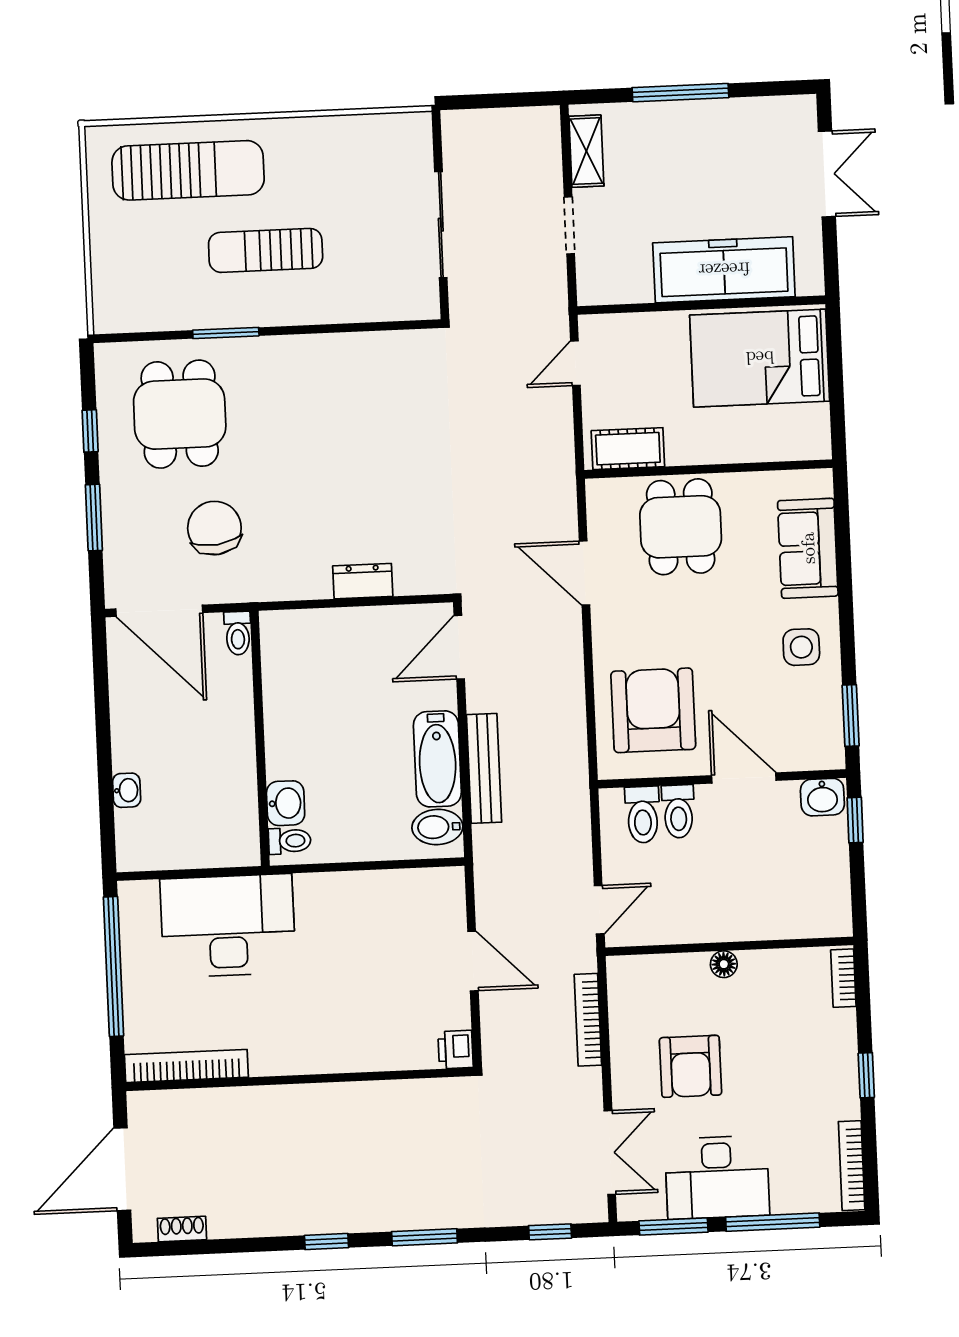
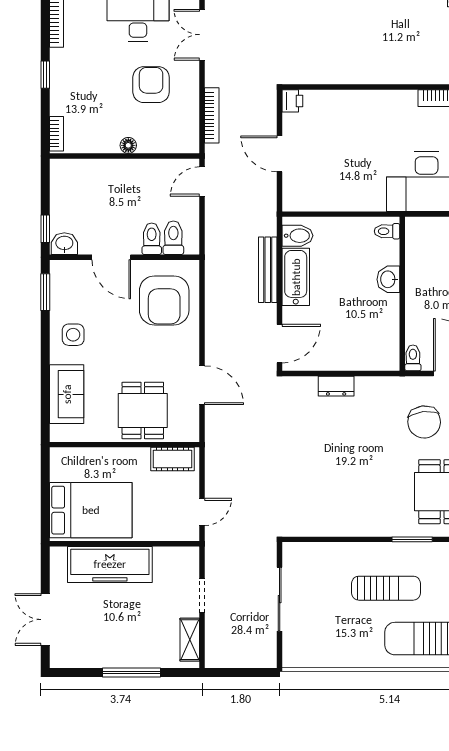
washbasin: (286, 803) -> (388, 279), moved

